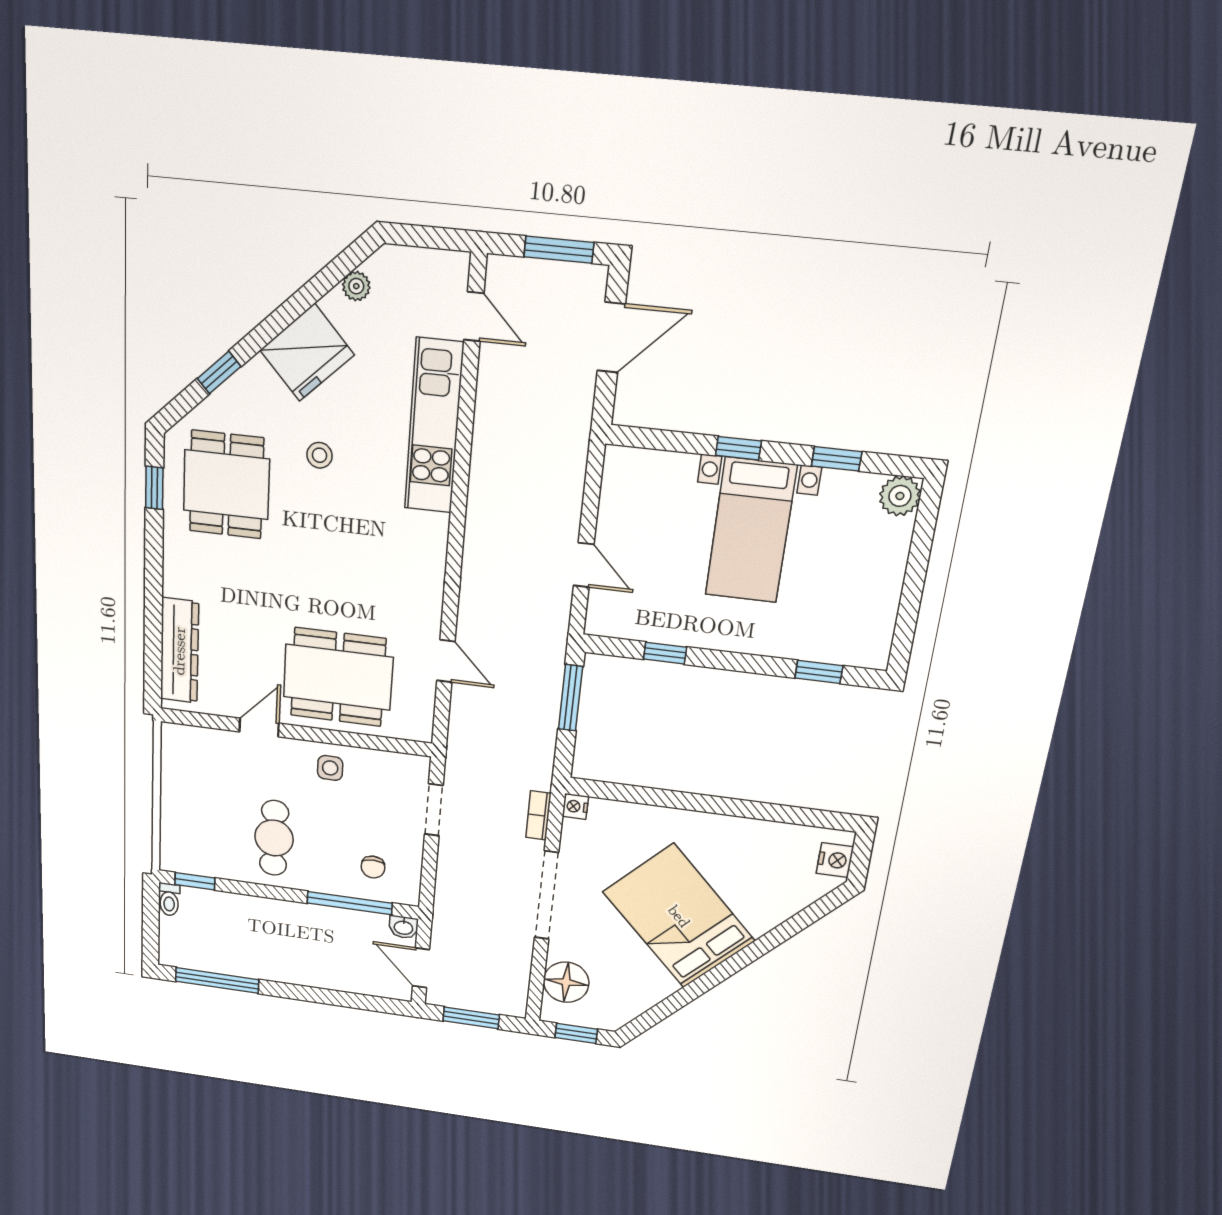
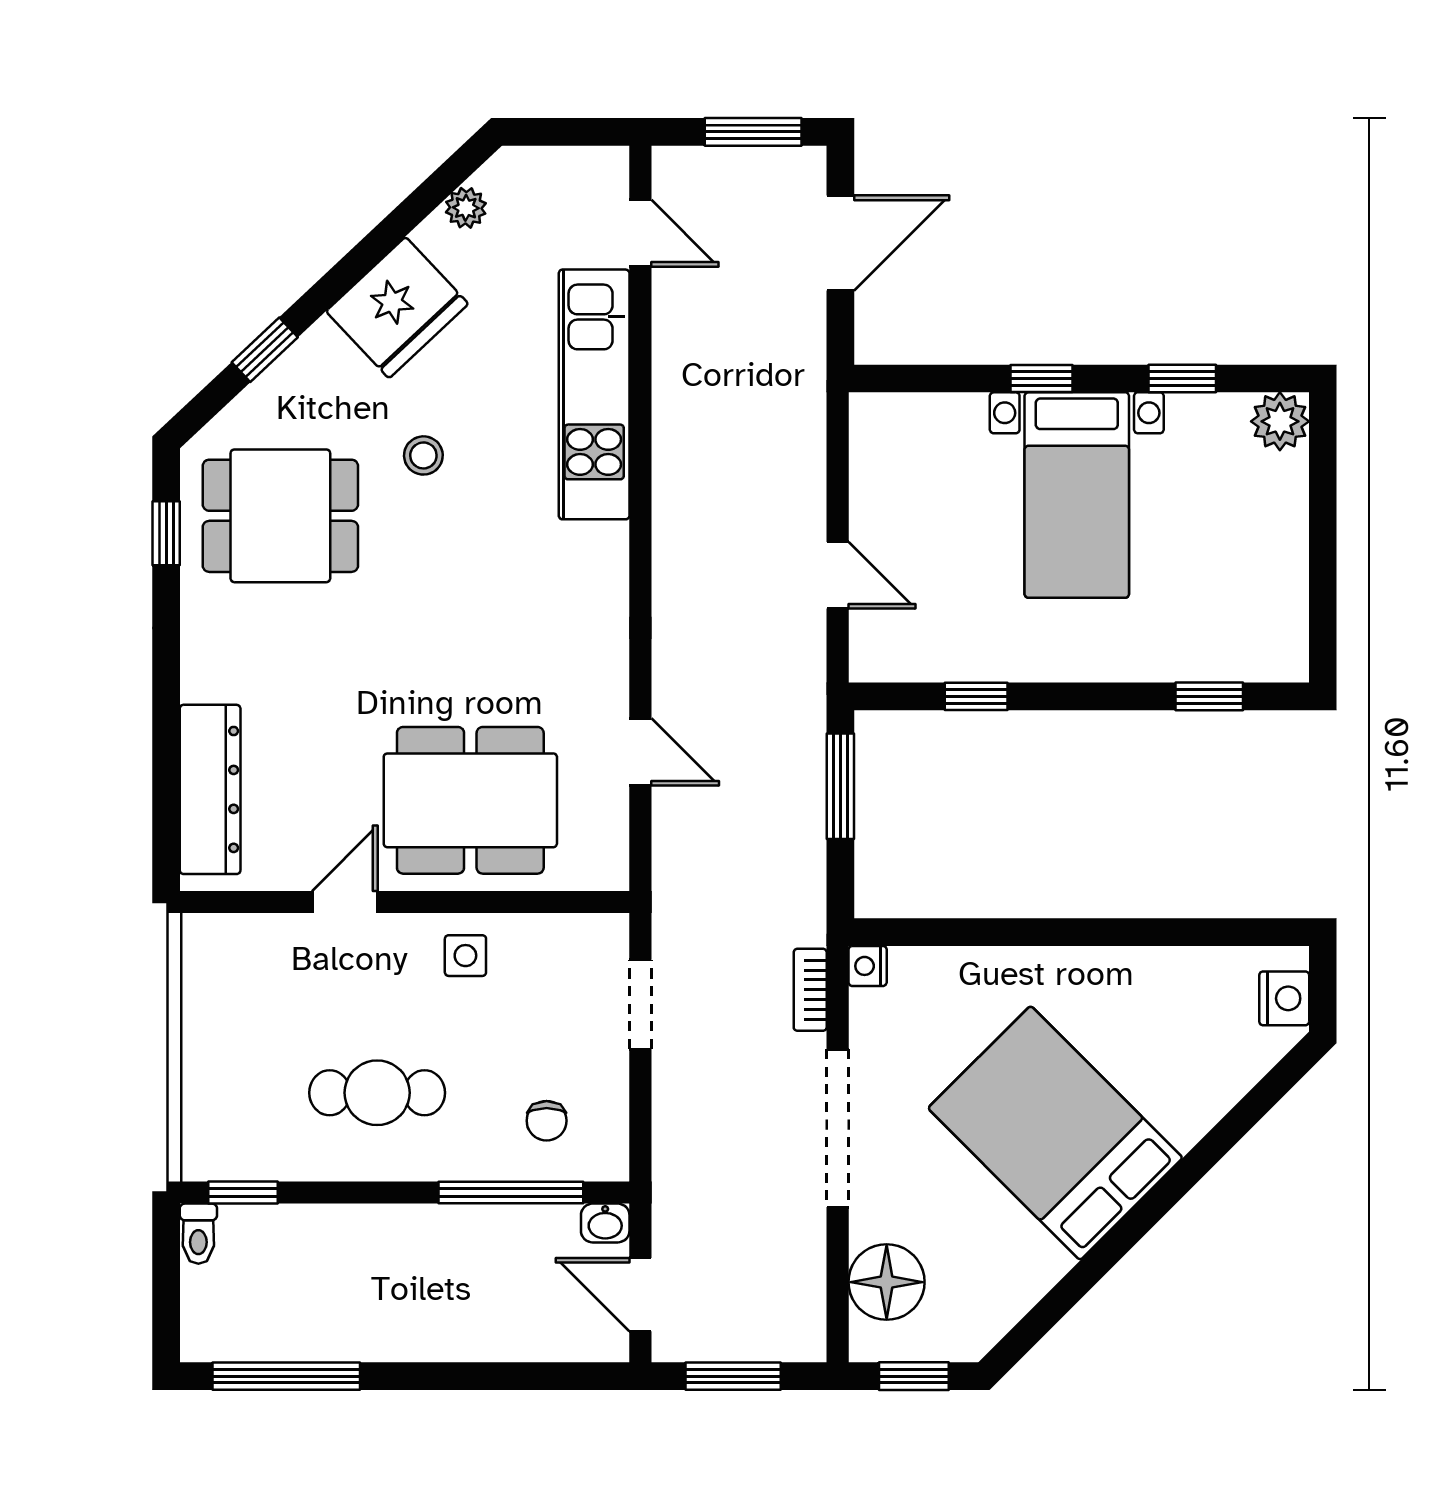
dining table: (226, 485) -> (280, 516), turned 90
cafe table: (274, 838) -> (377, 1093), turned 90

